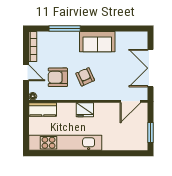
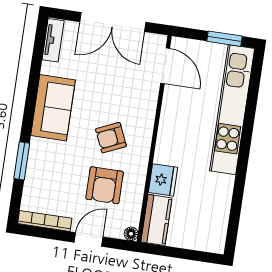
window: (65, 29) -> (22, 161), width x0.69
tv unit: (135, 36) -> (53, 40), added
fridge: (85, 110) -> (163, 180), moved
kitchen unit: (65, 143) -> (232, 110), moved

